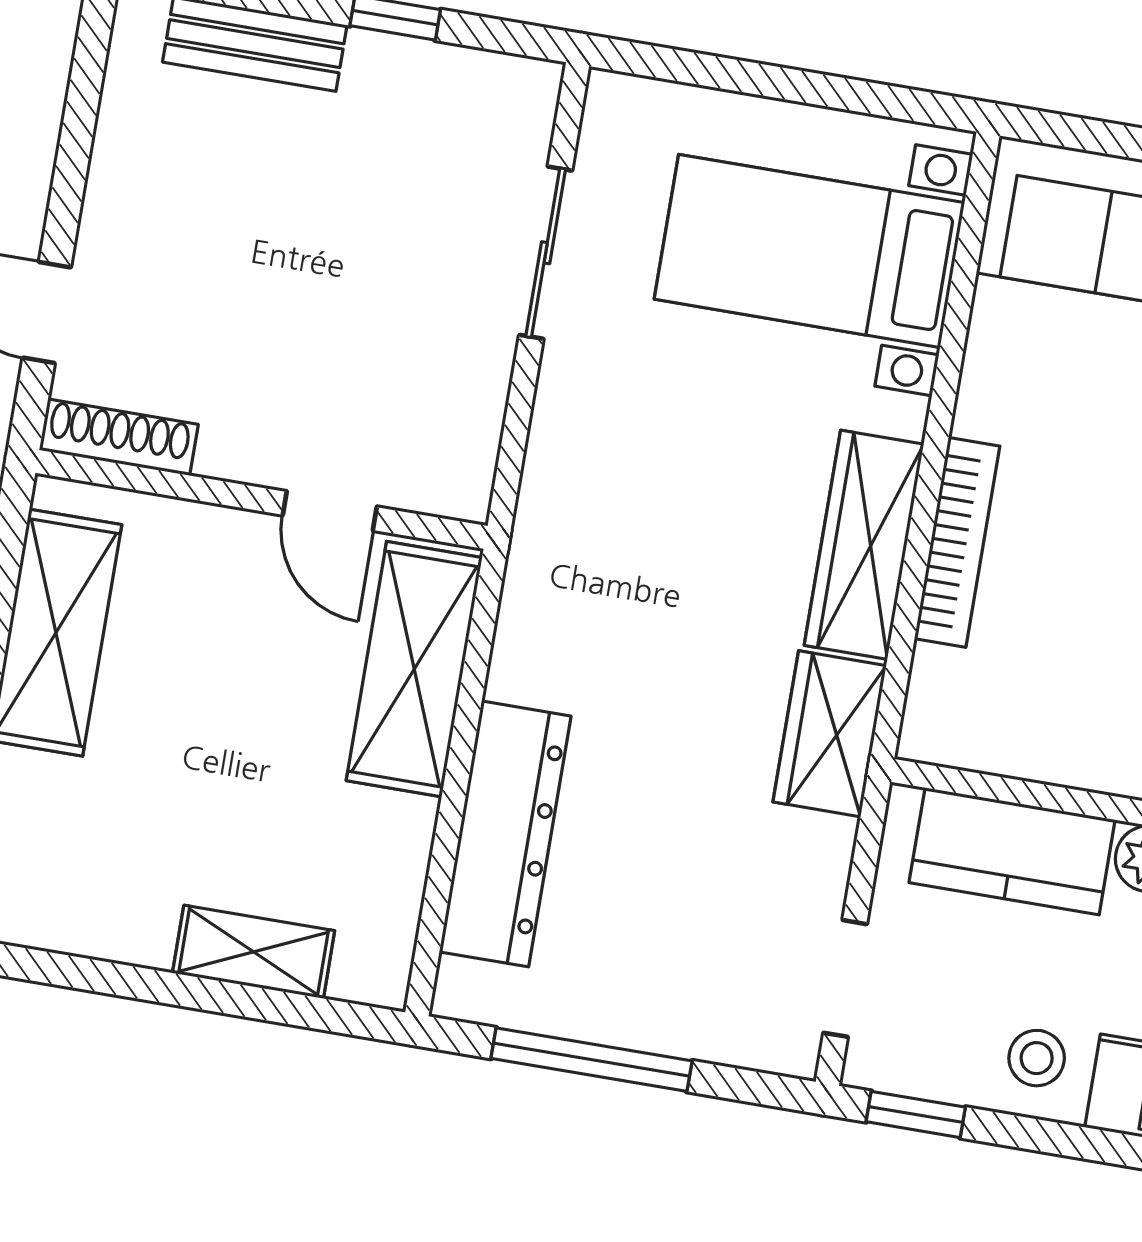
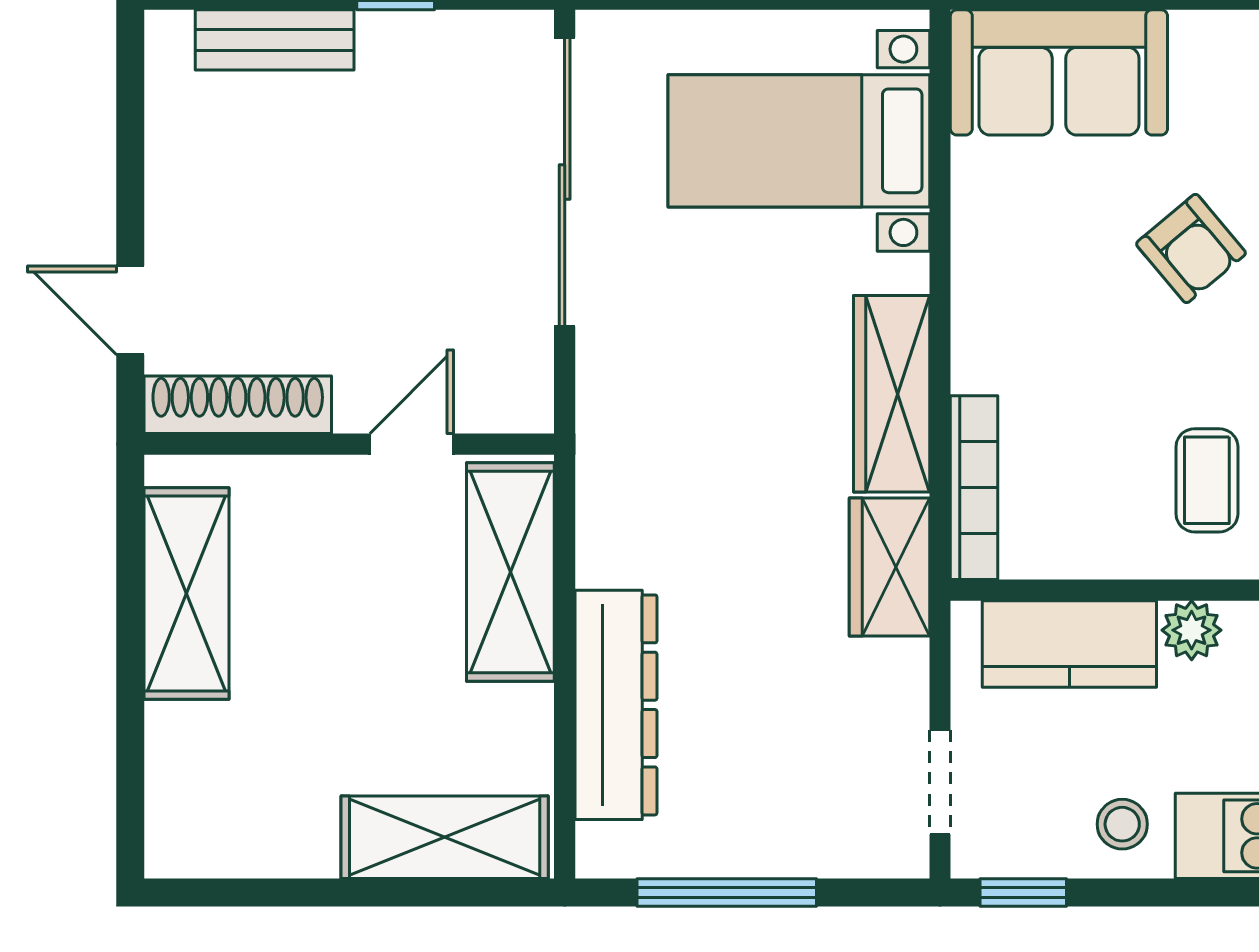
sliding door: (546, 253) -> (565, 182), width x1.86
shoe rack: (119, 437) -> (238, 405), width x1.36, depth x1.24
door: (330, 511) -> (412, 444), swing flipped
bookcase: (957, 542) -> (974, 488), moved
shelving: (254, 952) -> (445, 837), width x1.50, depth x1.33

